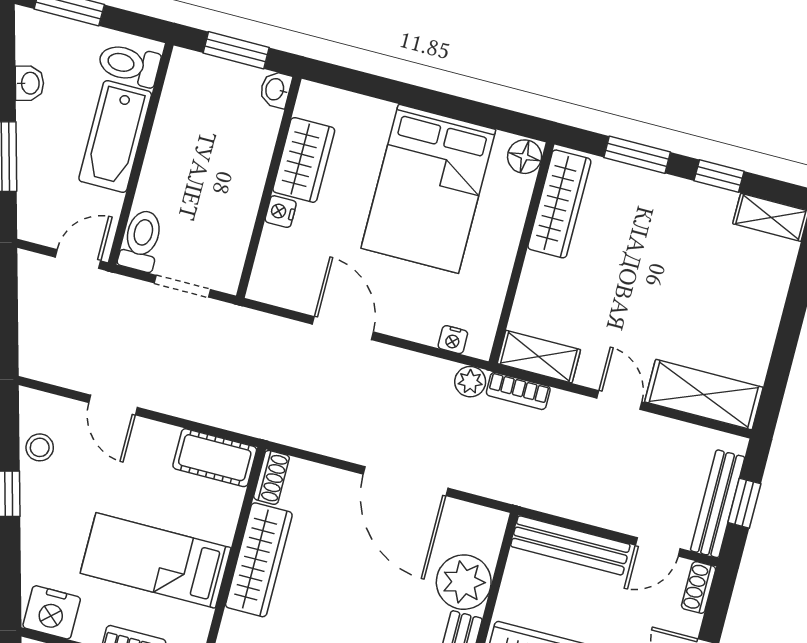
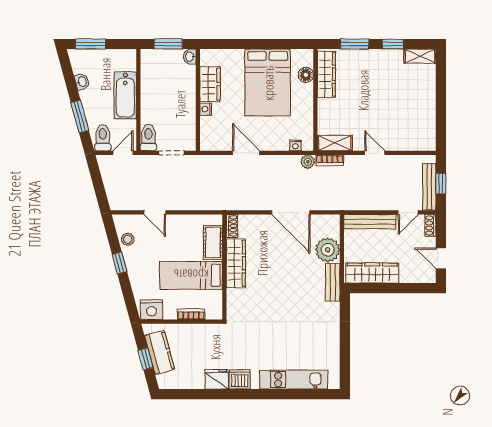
toilet: (129, 64) -> (103, 138), moved, turned 90
floor lamp: (525, 157) -> (306, 75), moved
shelving: (704, 395) -> (411, 141), removed
cot: (215, 458) -> (213, 242), moved, turned 90

